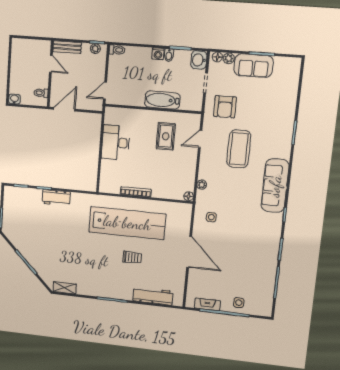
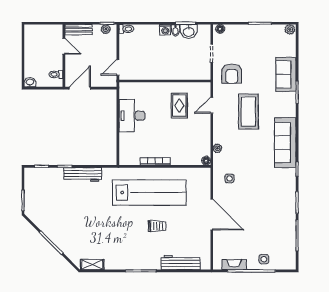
plant: (229, 58) -> (290, 29), moved
washbasin: (199, 60) -> (189, 32), moved, turned -90
sofa: (254, 66) -> (286, 74), moved, turned 90
bathtub: (162, 100) -> (173, 72), removed
workbench: (56, 198) -> (83, 175), width x1.38

